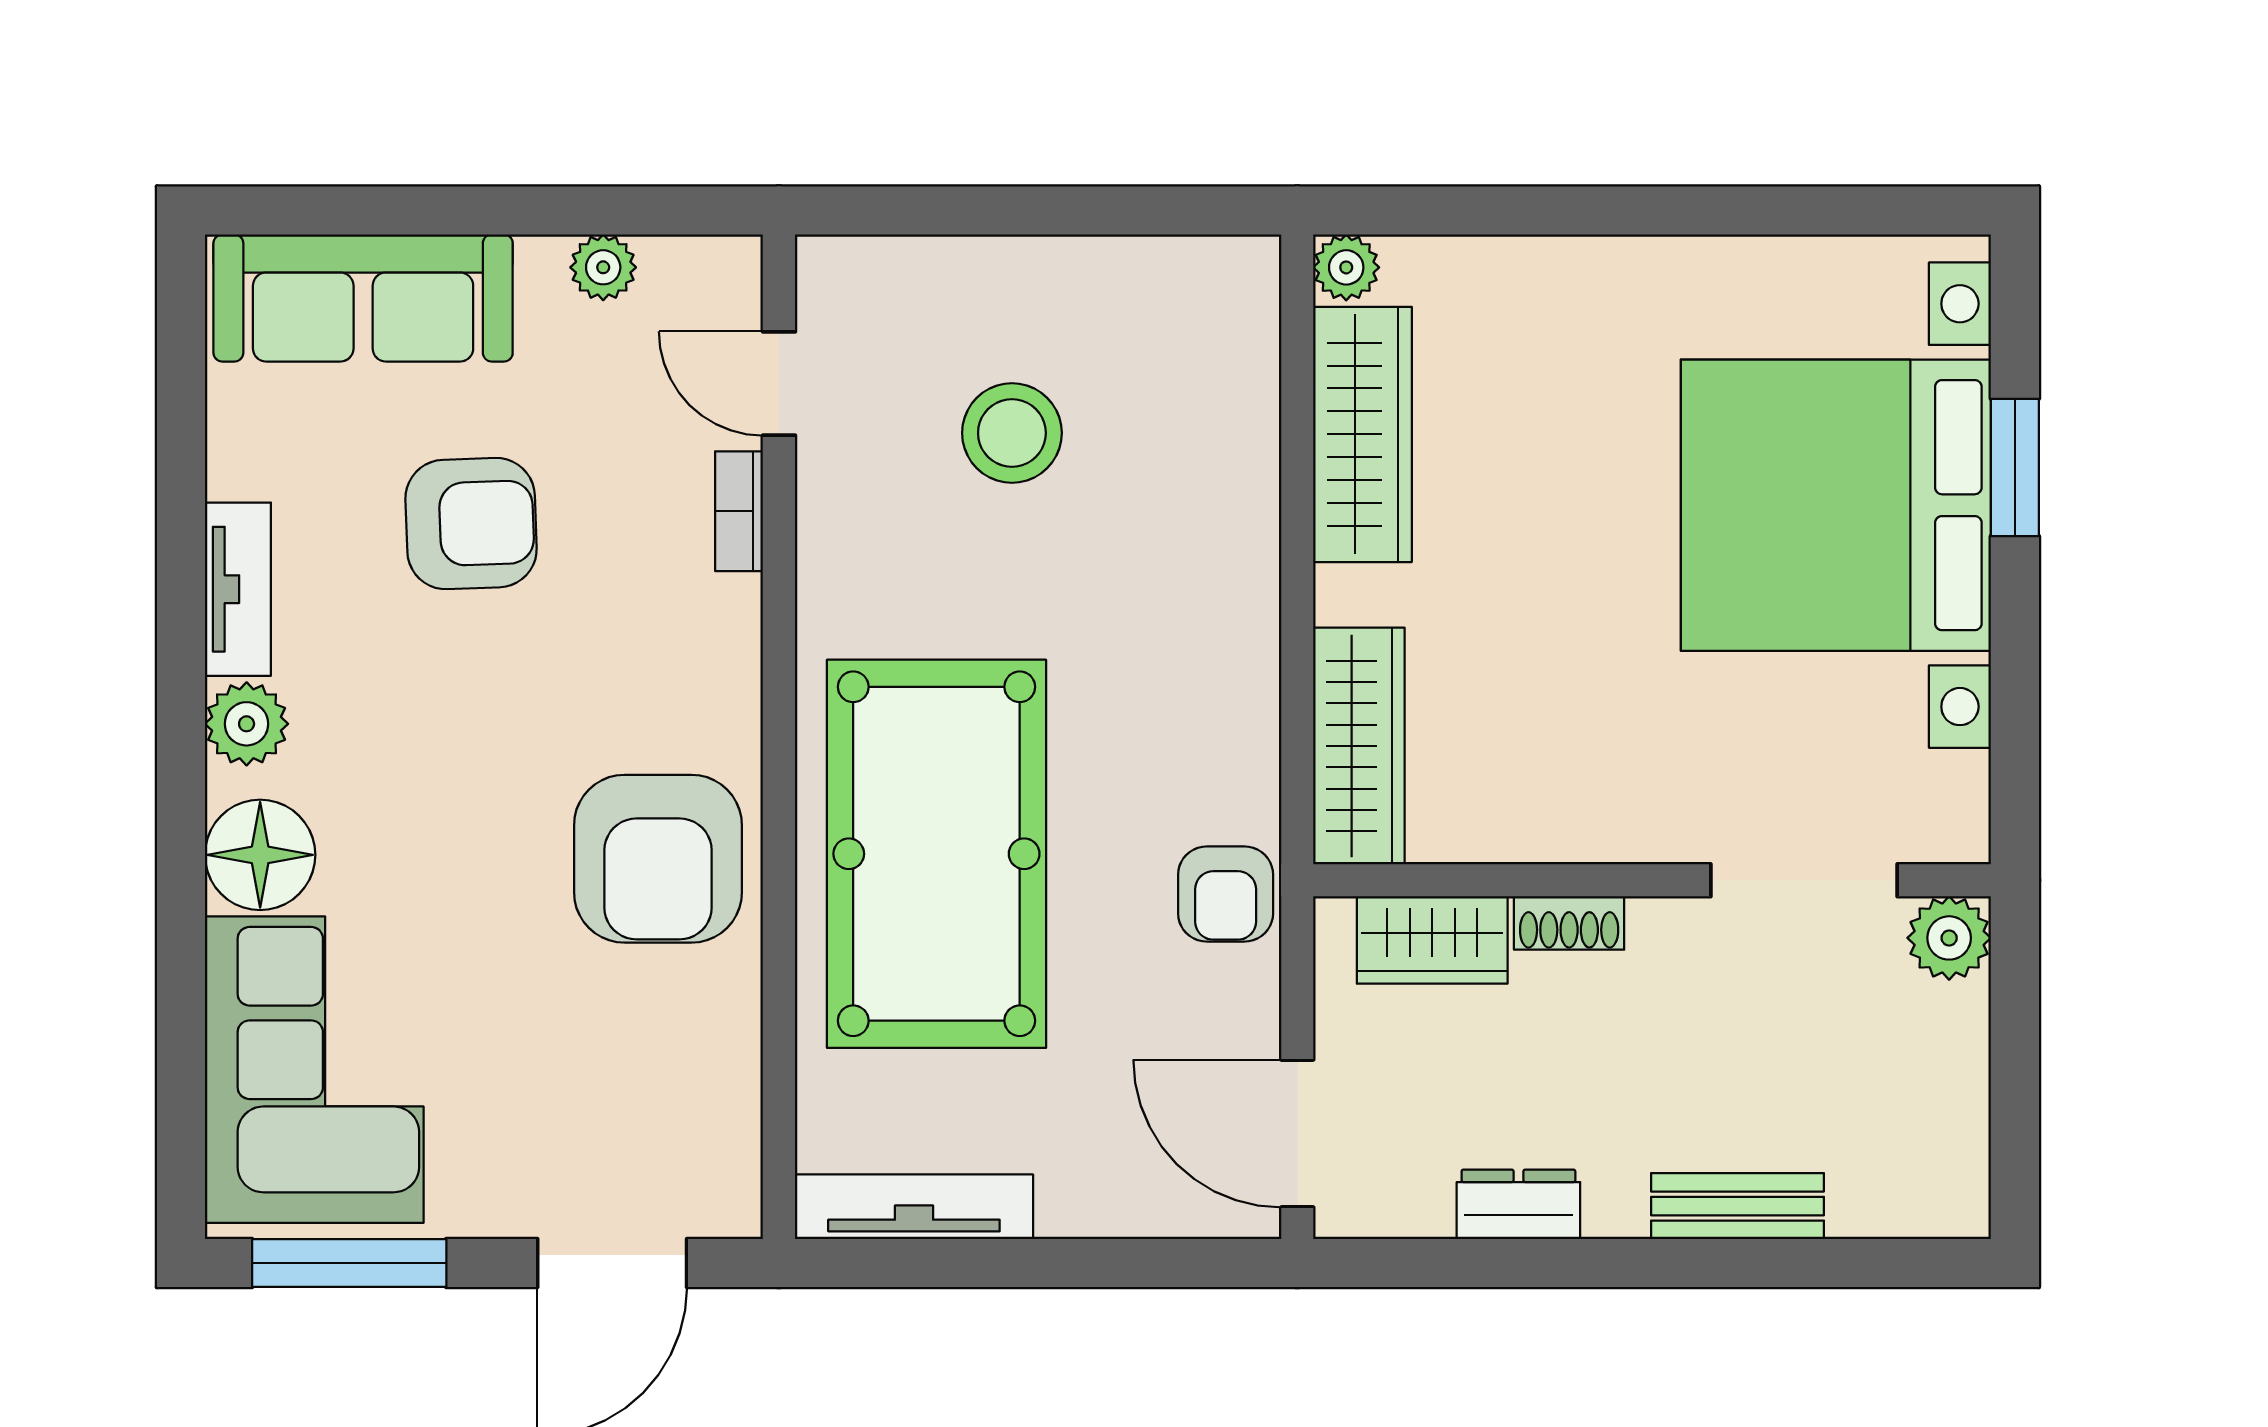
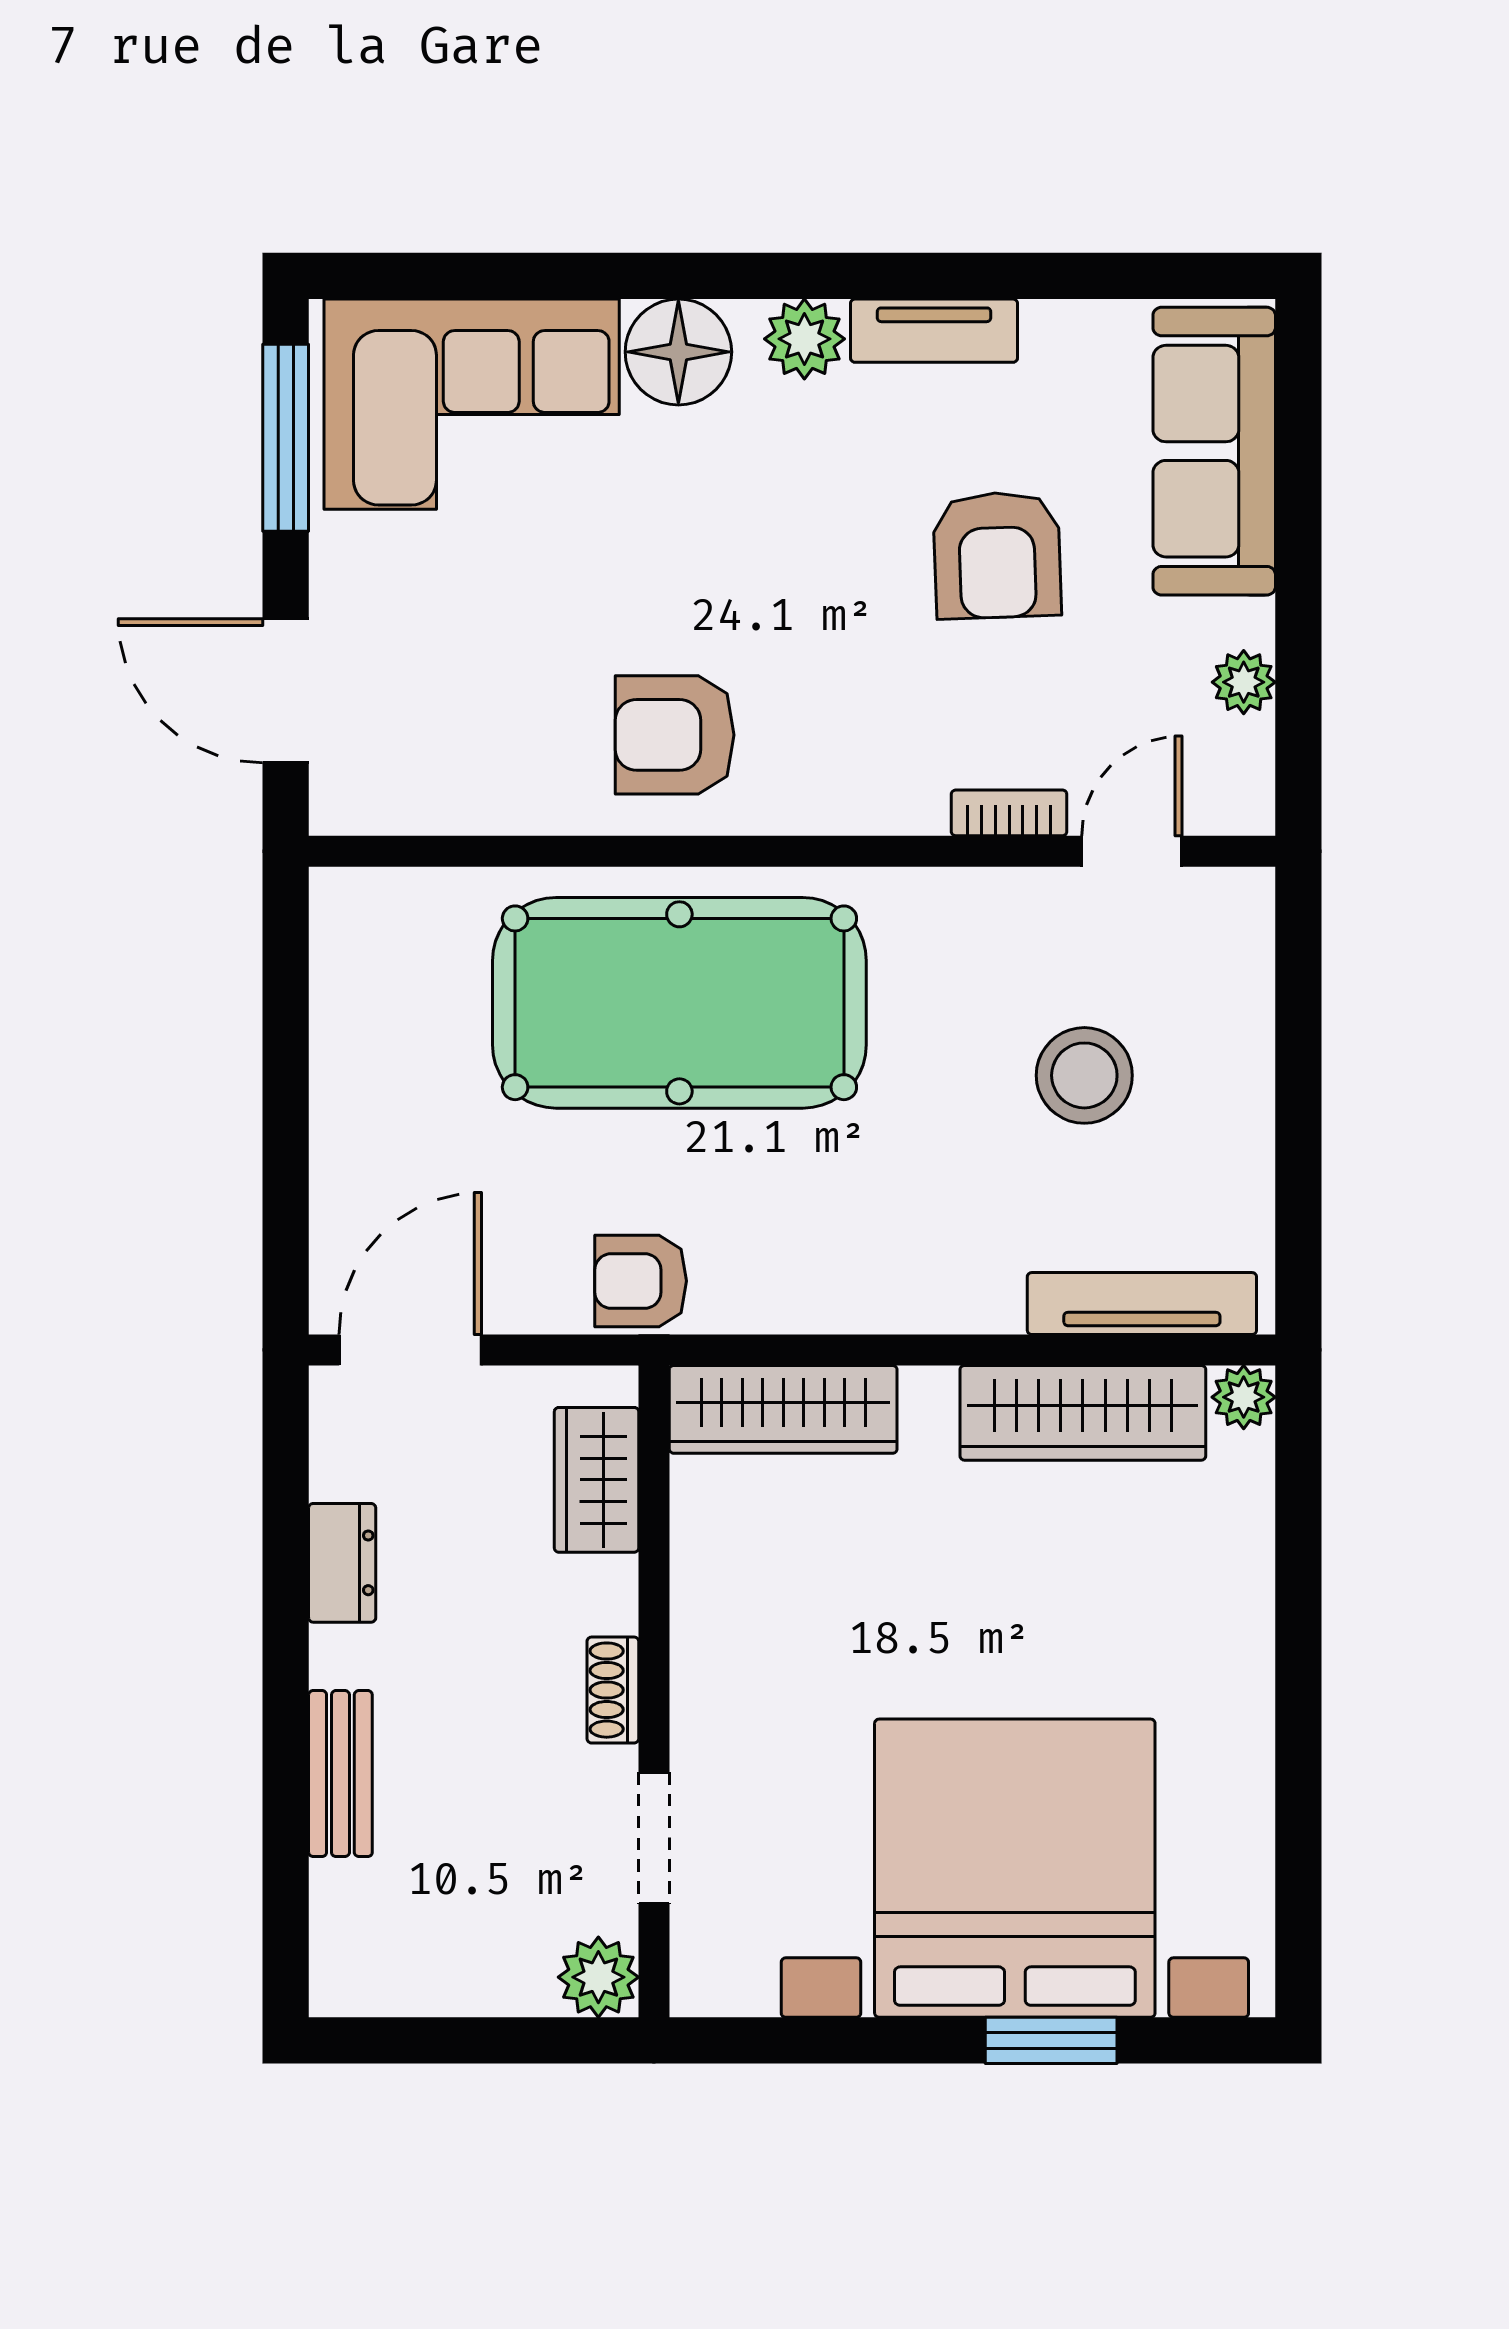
armchair: (658, 859) -> (675, 735), width x0.73, depth x0.73
doorway: (1804, 880) -> (654, 1838), width x0.73
shoe rack: (1569, 923) -> (613, 1690), moved
tv unit: (914, 1207) -> (1142, 1304), moved, turned -90

